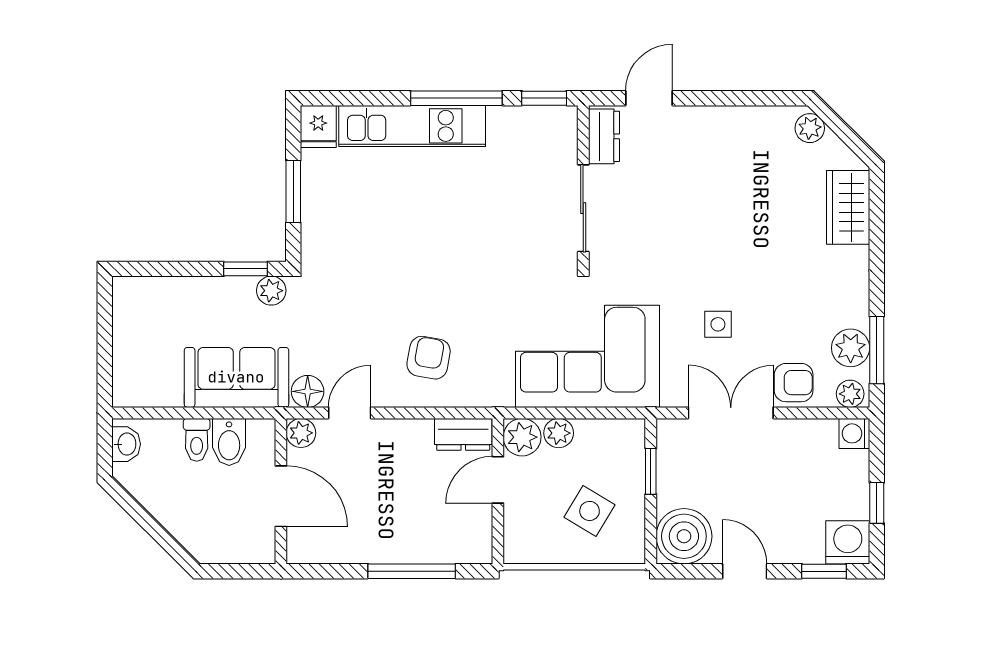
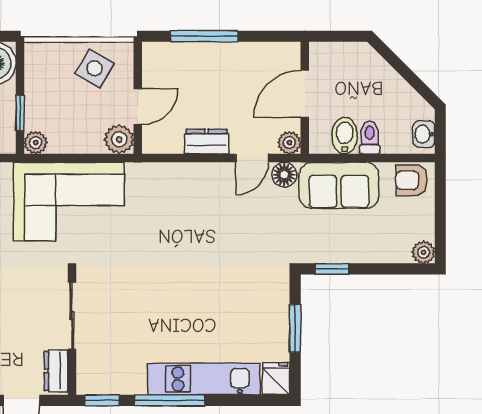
plant: (271, 291) -> (424, 252), moved
armchair: (429, 358) -> (412, 180), moved, turned 80
plant: (559, 433) -> (36, 143), moved
dresser: (463, 434) -> (207, 142), moved
door: (281, 496) -> (305, 94), hinge flipped
side table: (590, 511) -> (94, 68), moved

